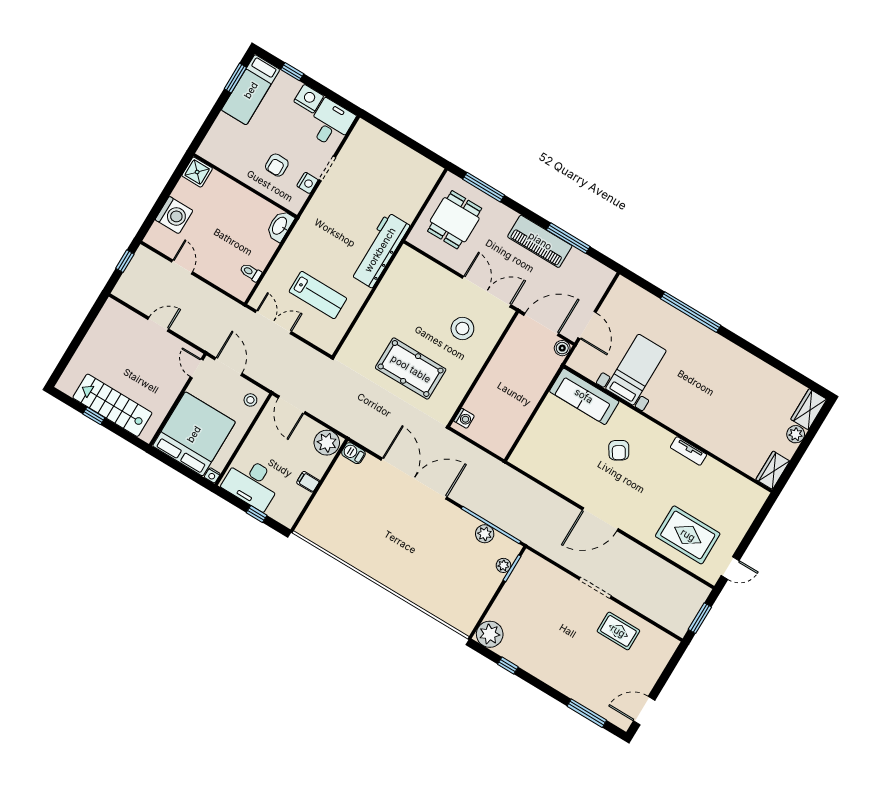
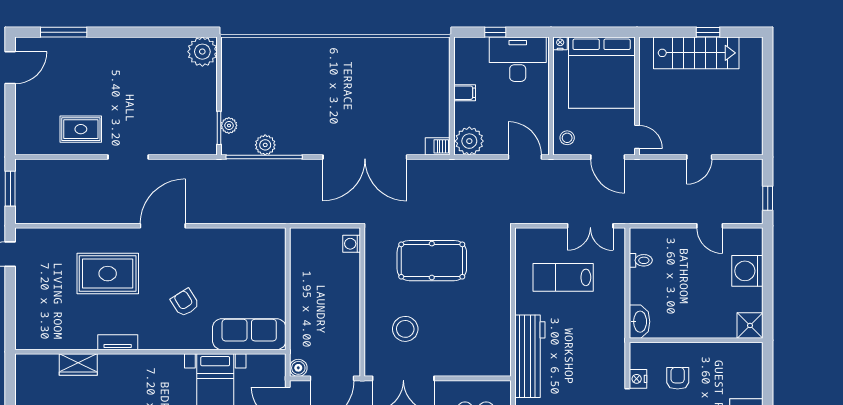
wardrobe: (773, 470) -> (78, 365), moved, turned 90
rug: (688, 535) -> (108, 274), moved
window: (508, 666) -> (167, 32), removed

